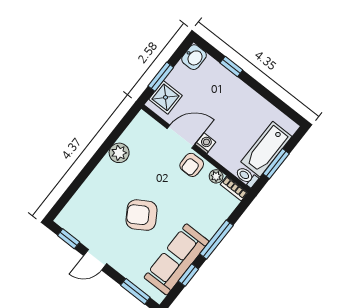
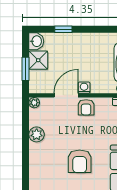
shower: (165, 97) -> (38, 60), moved
plant: (216, 176) -> (34, 103), moved
armchair: (142, 215) -> (80, 161), turned -58

